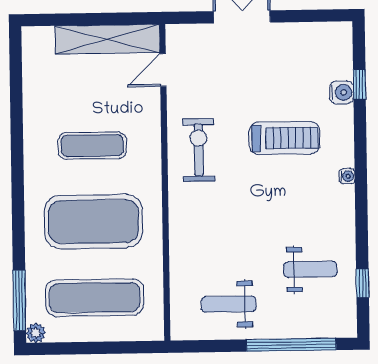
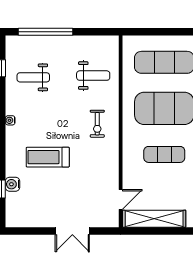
exercise bike: (199, 150) -> (97, 124), moved, width x0.73, depth x0.72
water cooler: (347, 176) -> (10, 120), moved
weight bench: (229, 304) -> (93, 76), moved

